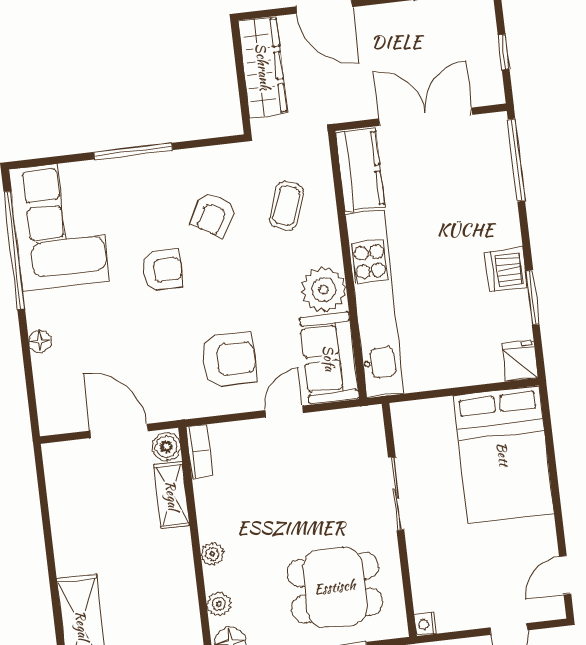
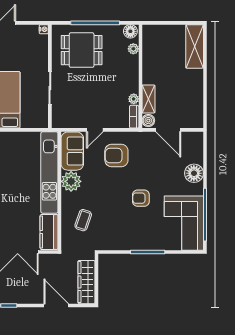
armchair: (213, 214) -> (116, 220), removed
floor lamp: (40, 341) -> (194, 173), width x1.89, depth x1.89
plant: (212, 554) -> (134, 99), moved

